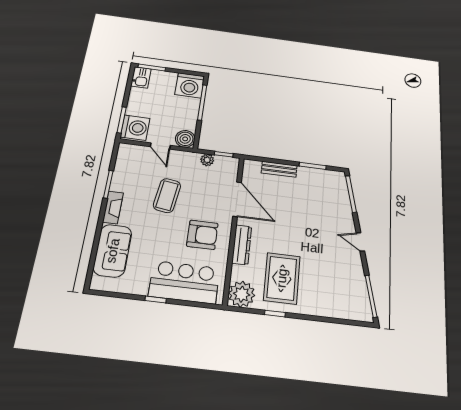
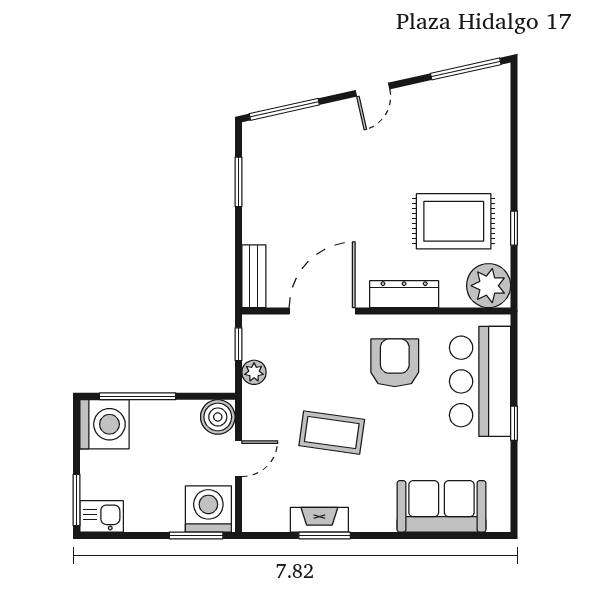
bench: (279, 169) -> (254, 276), moved
fireplace: (113, 207) -> (319, 520), moved

